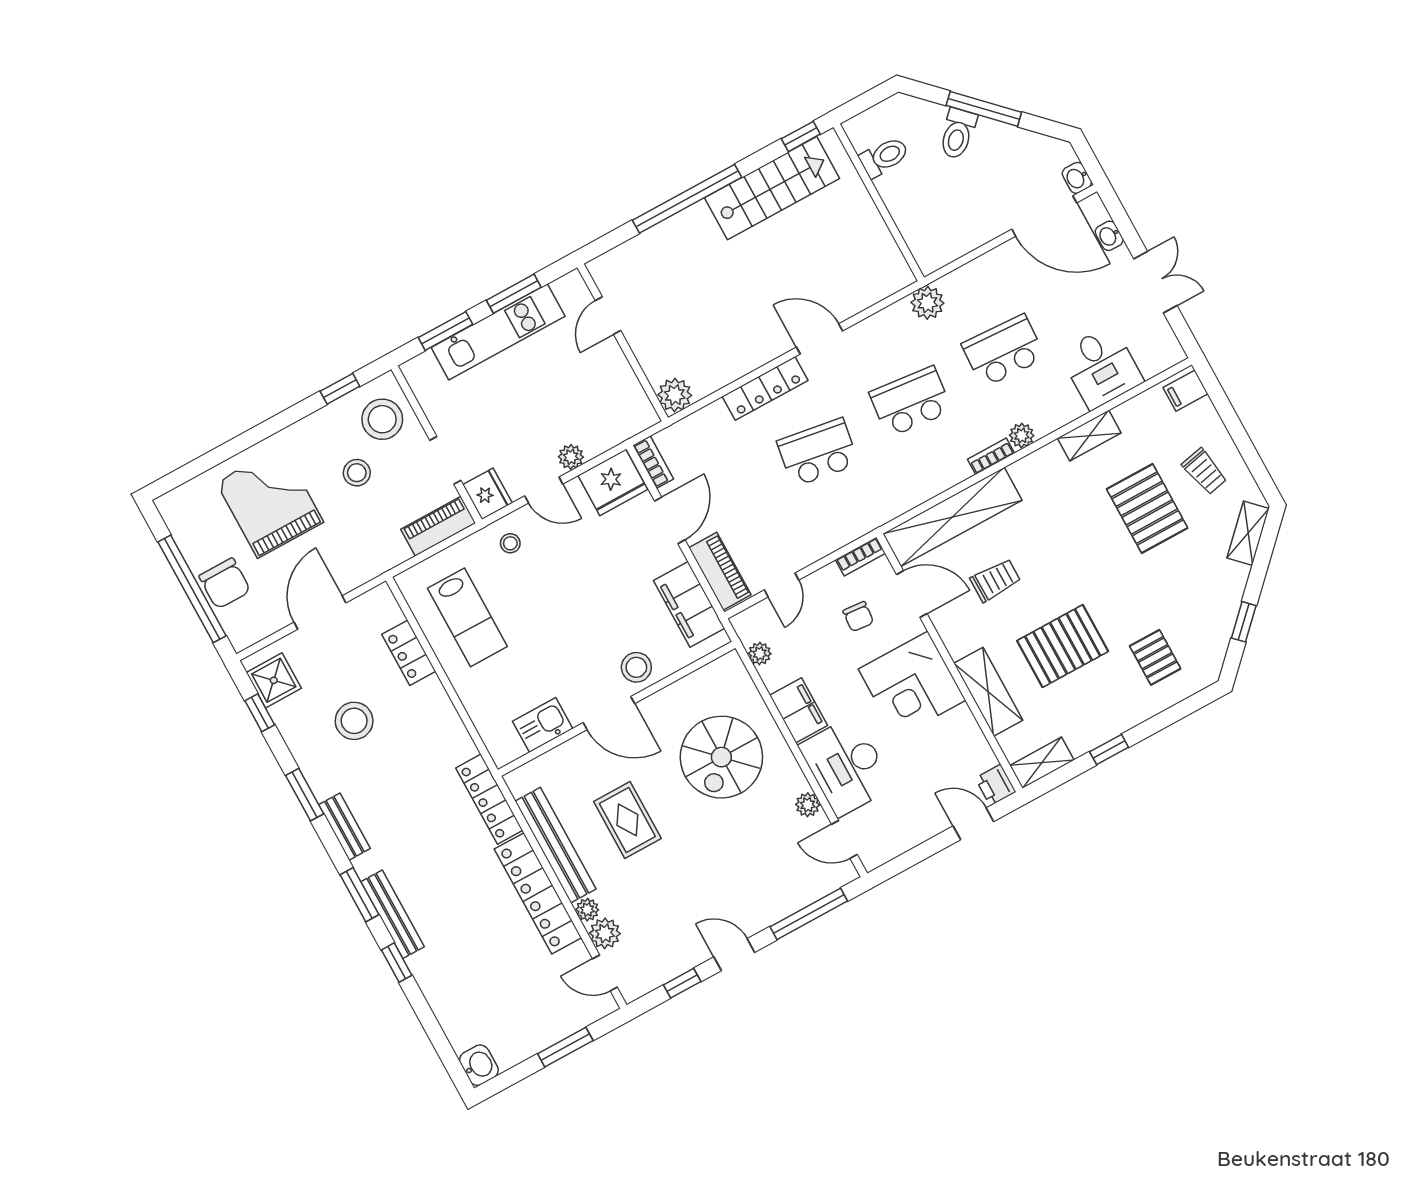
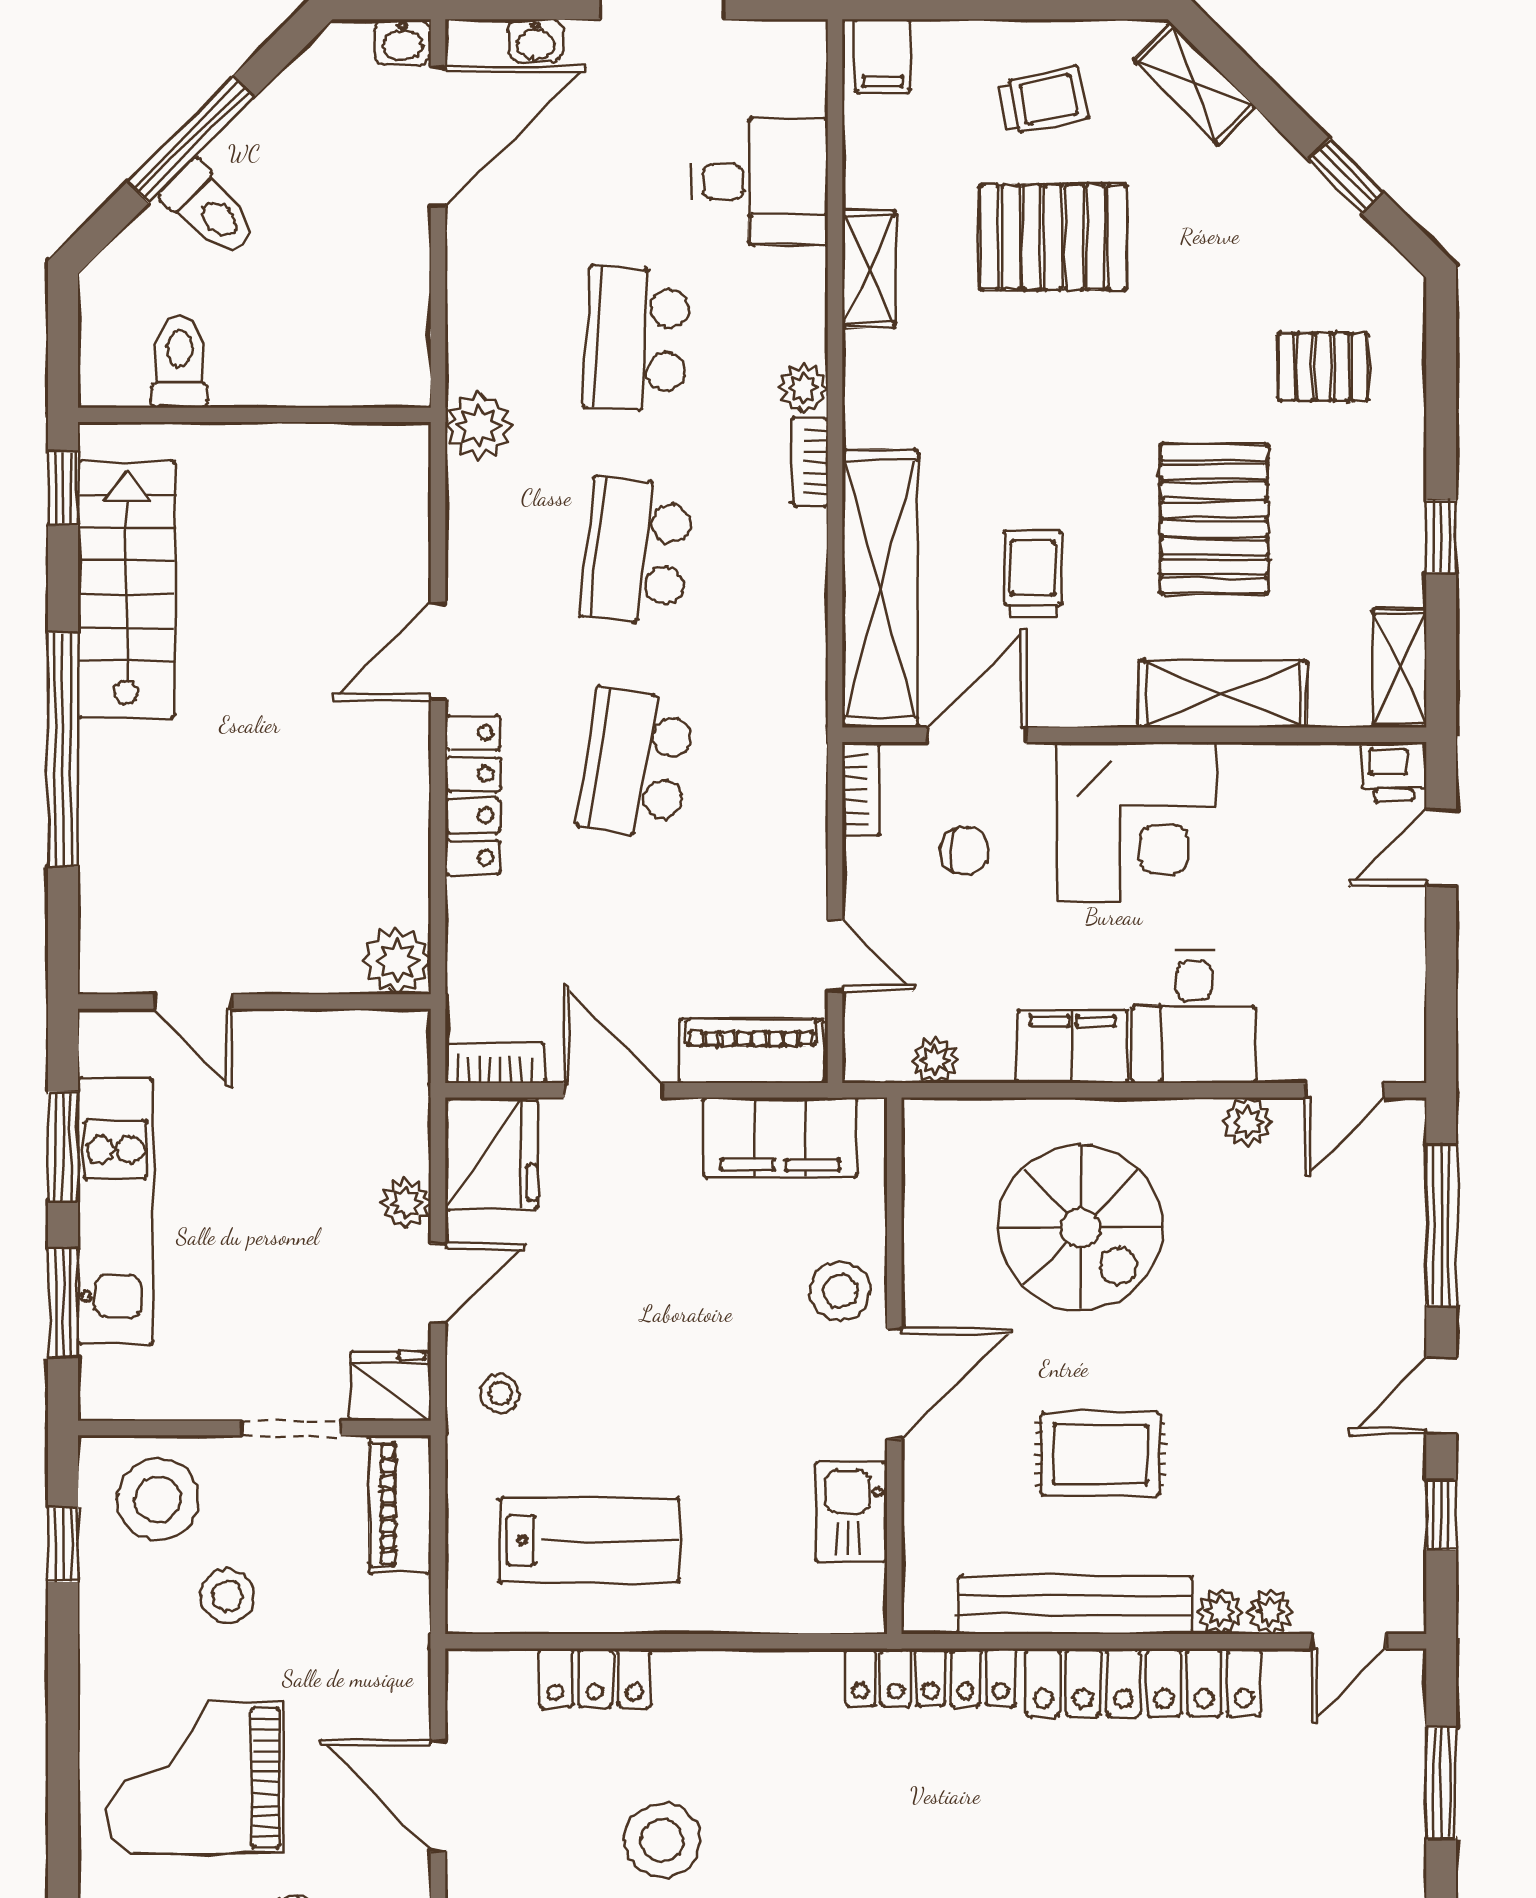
desk: (846, 766) -> (1194, 1017), width x0.73
plant: (605, 933) -> (1270, 1612), width x0.73, depth x0.73

